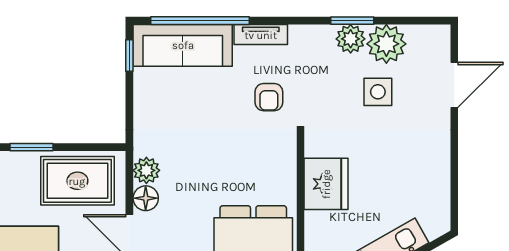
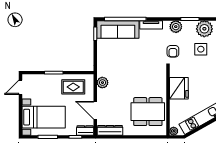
plant: (351, 39) -> (176, 27), moved
armchair: (269, 97) -> (173, 51), moved
rug: (77, 181) -> (73, 87), width x0.73, depth x0.70
floor lamp: (146, 198) -> (102, 94), removed

